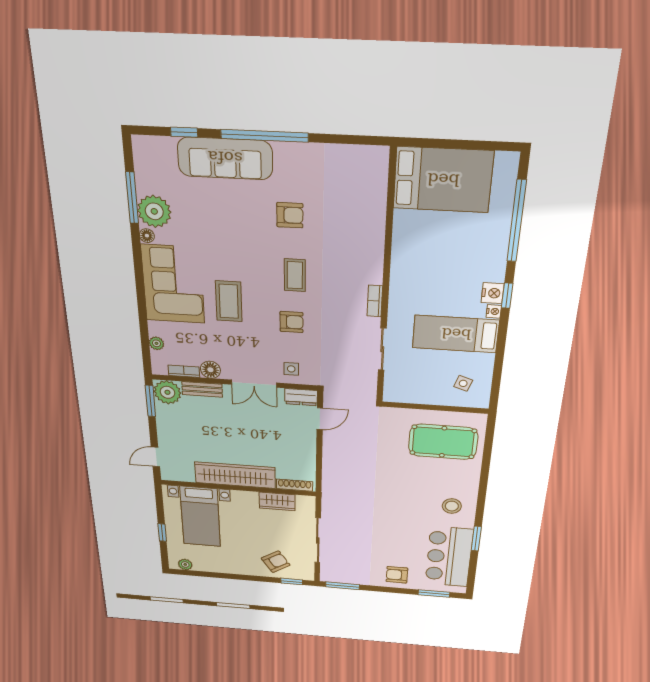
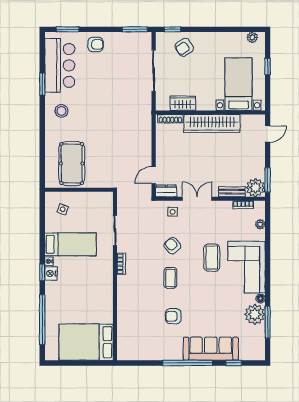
armchair: (291, 322) -> (172, 246), turned 49
floor lamp: (210, 370) -> (226, 207), removed
pool table: (443, 442) -> (72, 164), turned 90

